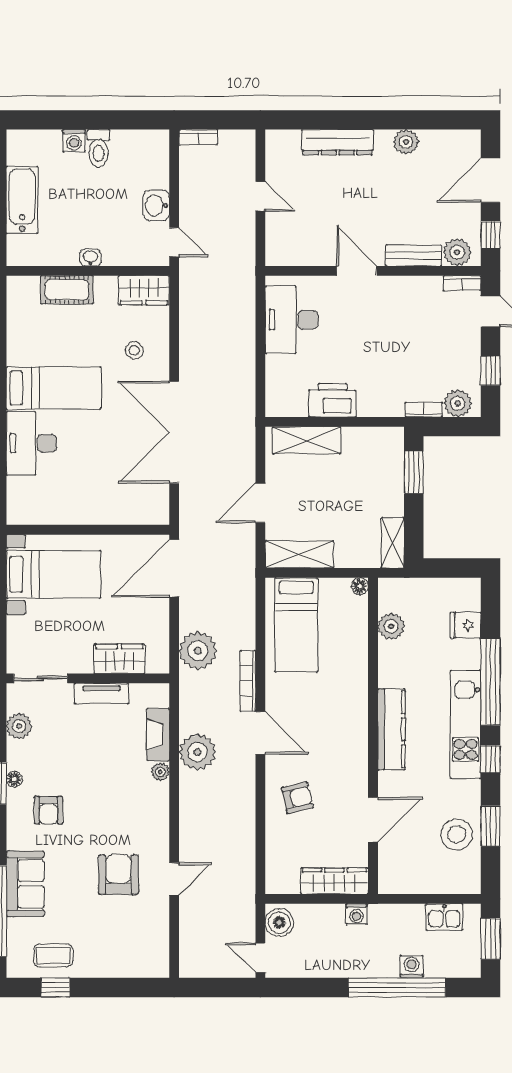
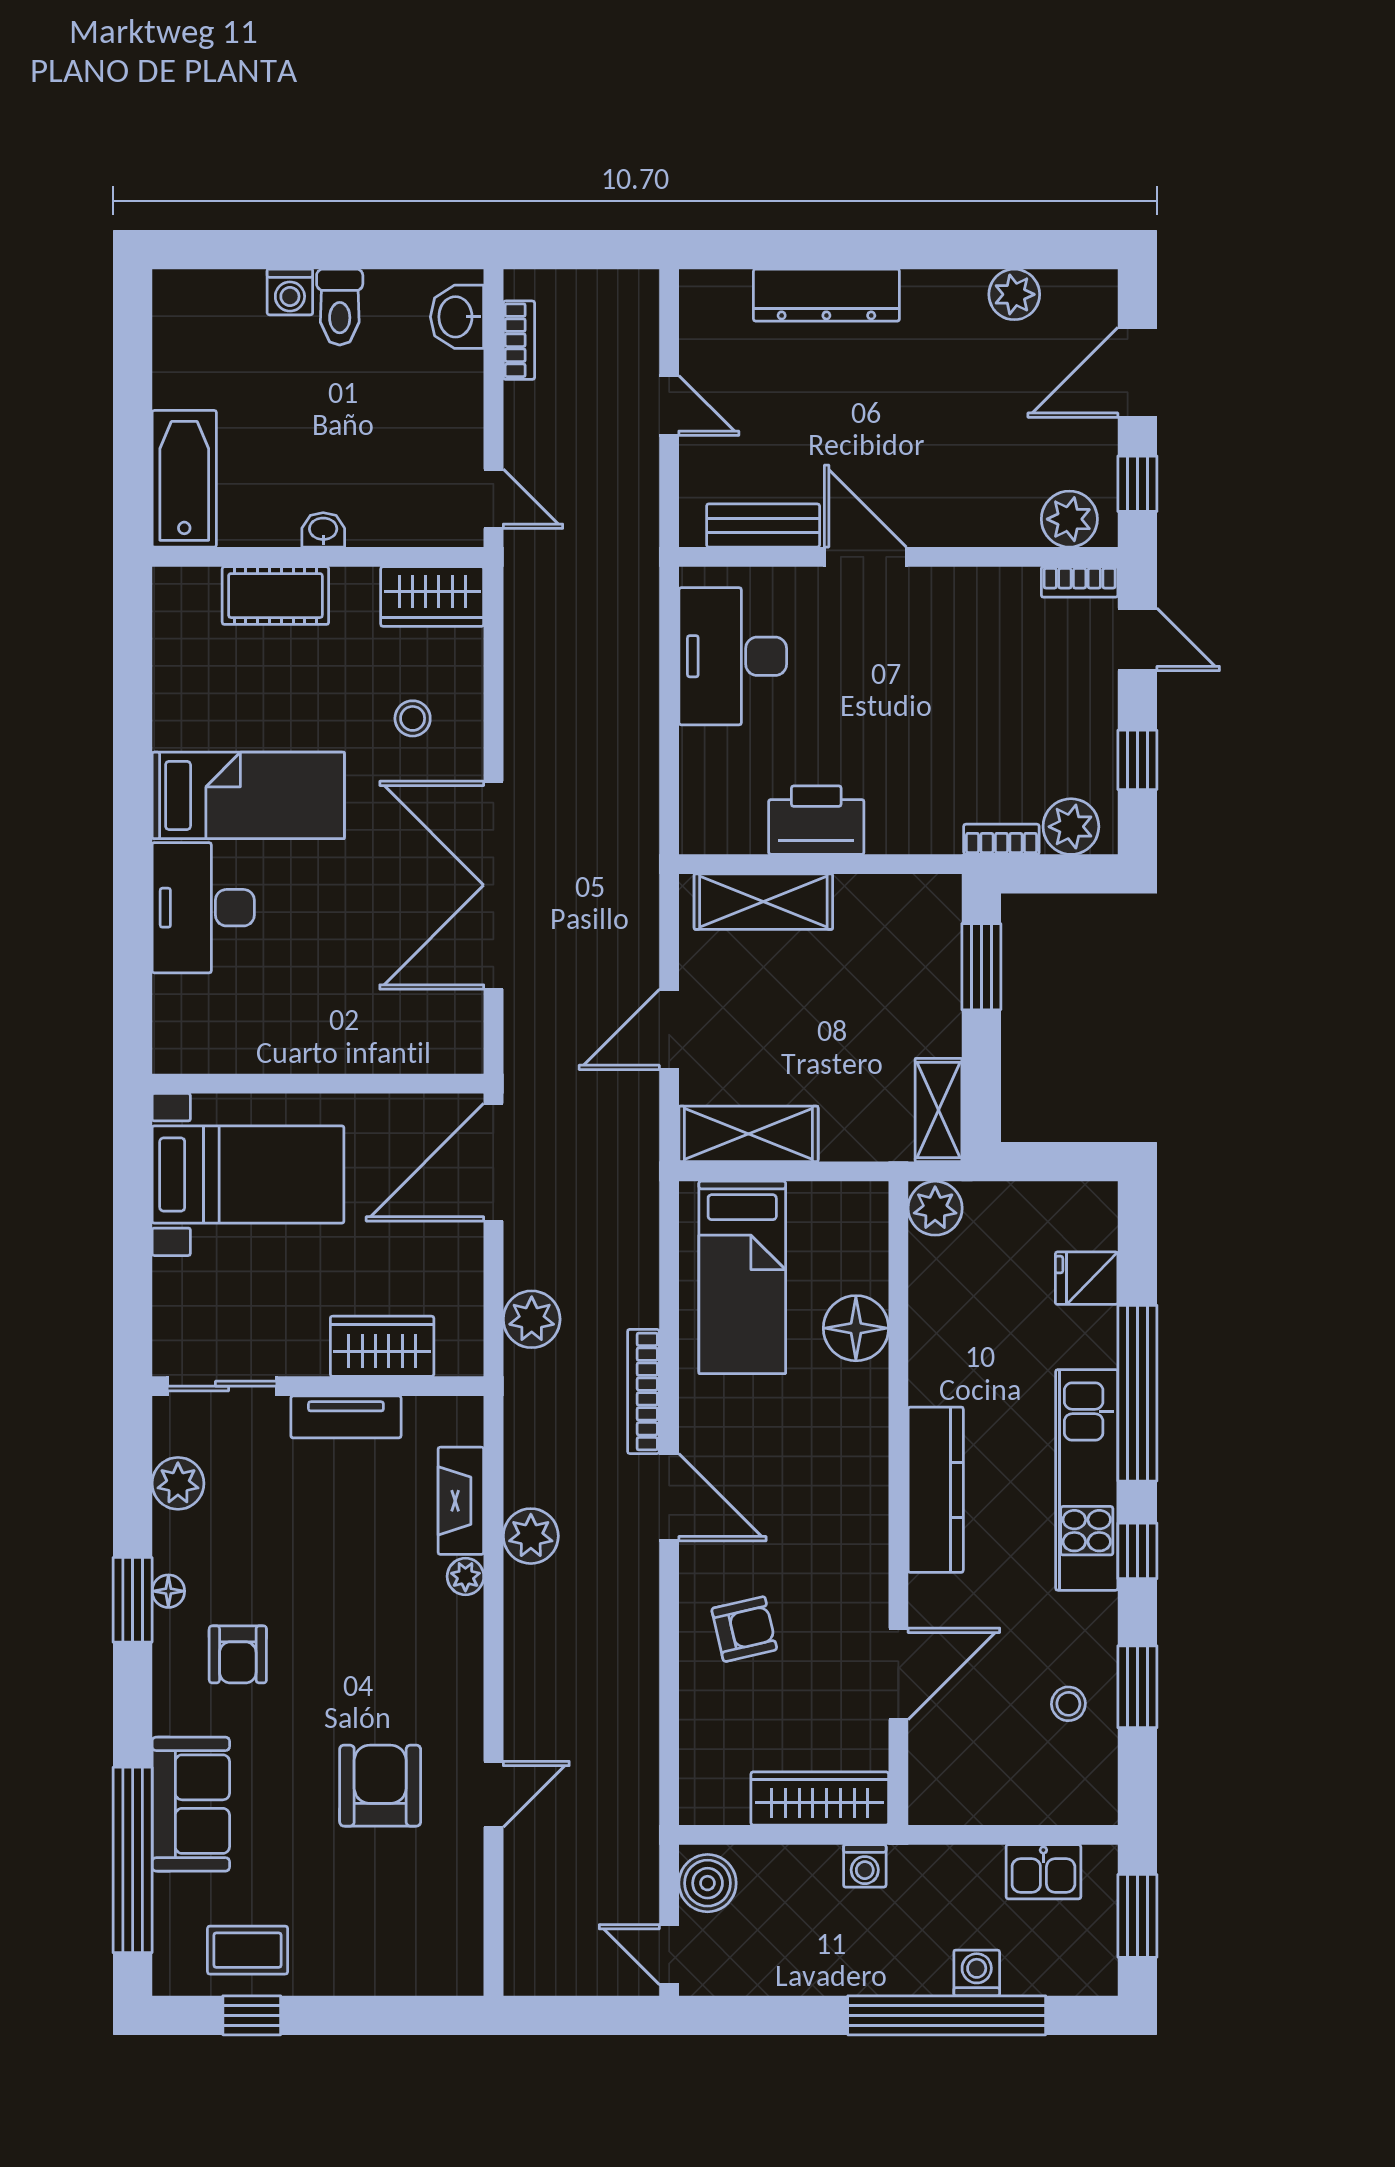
bookcase: (198, 137) -> (519, 340), moved, turned -90
plant: (406, 142) -> (1014, 294), moved
bathtub: (22, 200) -> (184, 479), moved
washbasin: (156, 205) -> (457, 317), moved
bench: (414, 255) -> (763, 526), moved
floor lamp: (360, 586) -> (856, 1328), moved, width x1.89, depth x1.89
plant: (391, 626) -> (935, 1208), moved
plant: (198, 651) -> (532, 1319), width x0.73, depth x0.73
plant: (197, 752) -> (531, 1536), width x0.73, depth x0.73
stool: (457, 834) -> (1068, 1704), width x0.53, depth x0.53

